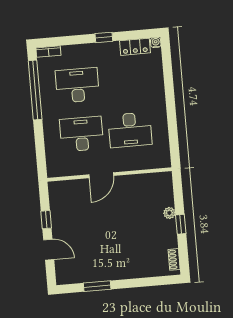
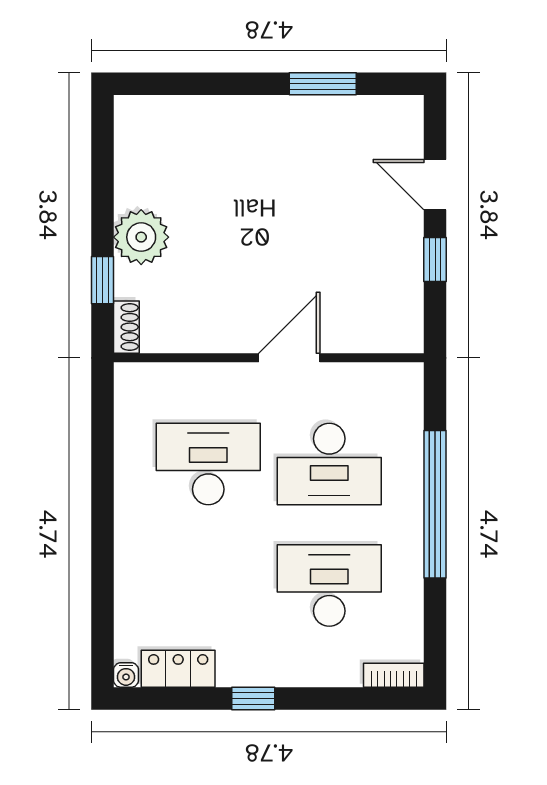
desk: (77, 85) -> (329, 586), turned 180
window: (35, 90) -> (435, 504), moved
plant: (169, 213) -> (141, 237), width x1.88, depth x1.88
window: (181, 224) -> (102, 280), moved
shoe rack: (174, 259) -> (126, 327), moved

